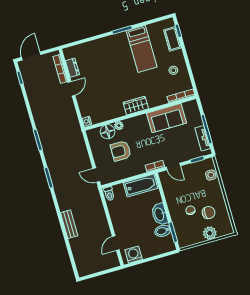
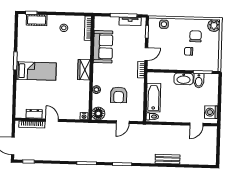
bed: (142, 49) -> (36, 71), moved
floor lamp: (108, 132) -> (98, 113), moved
door: (96, 175) -> (123, 122), moved
bathtub: (141, 185) -> (153, 98), moved
plant: (210, 233) -> (214, 26), moved
door: (116, 243) -> (196, 124), hinge flipped

